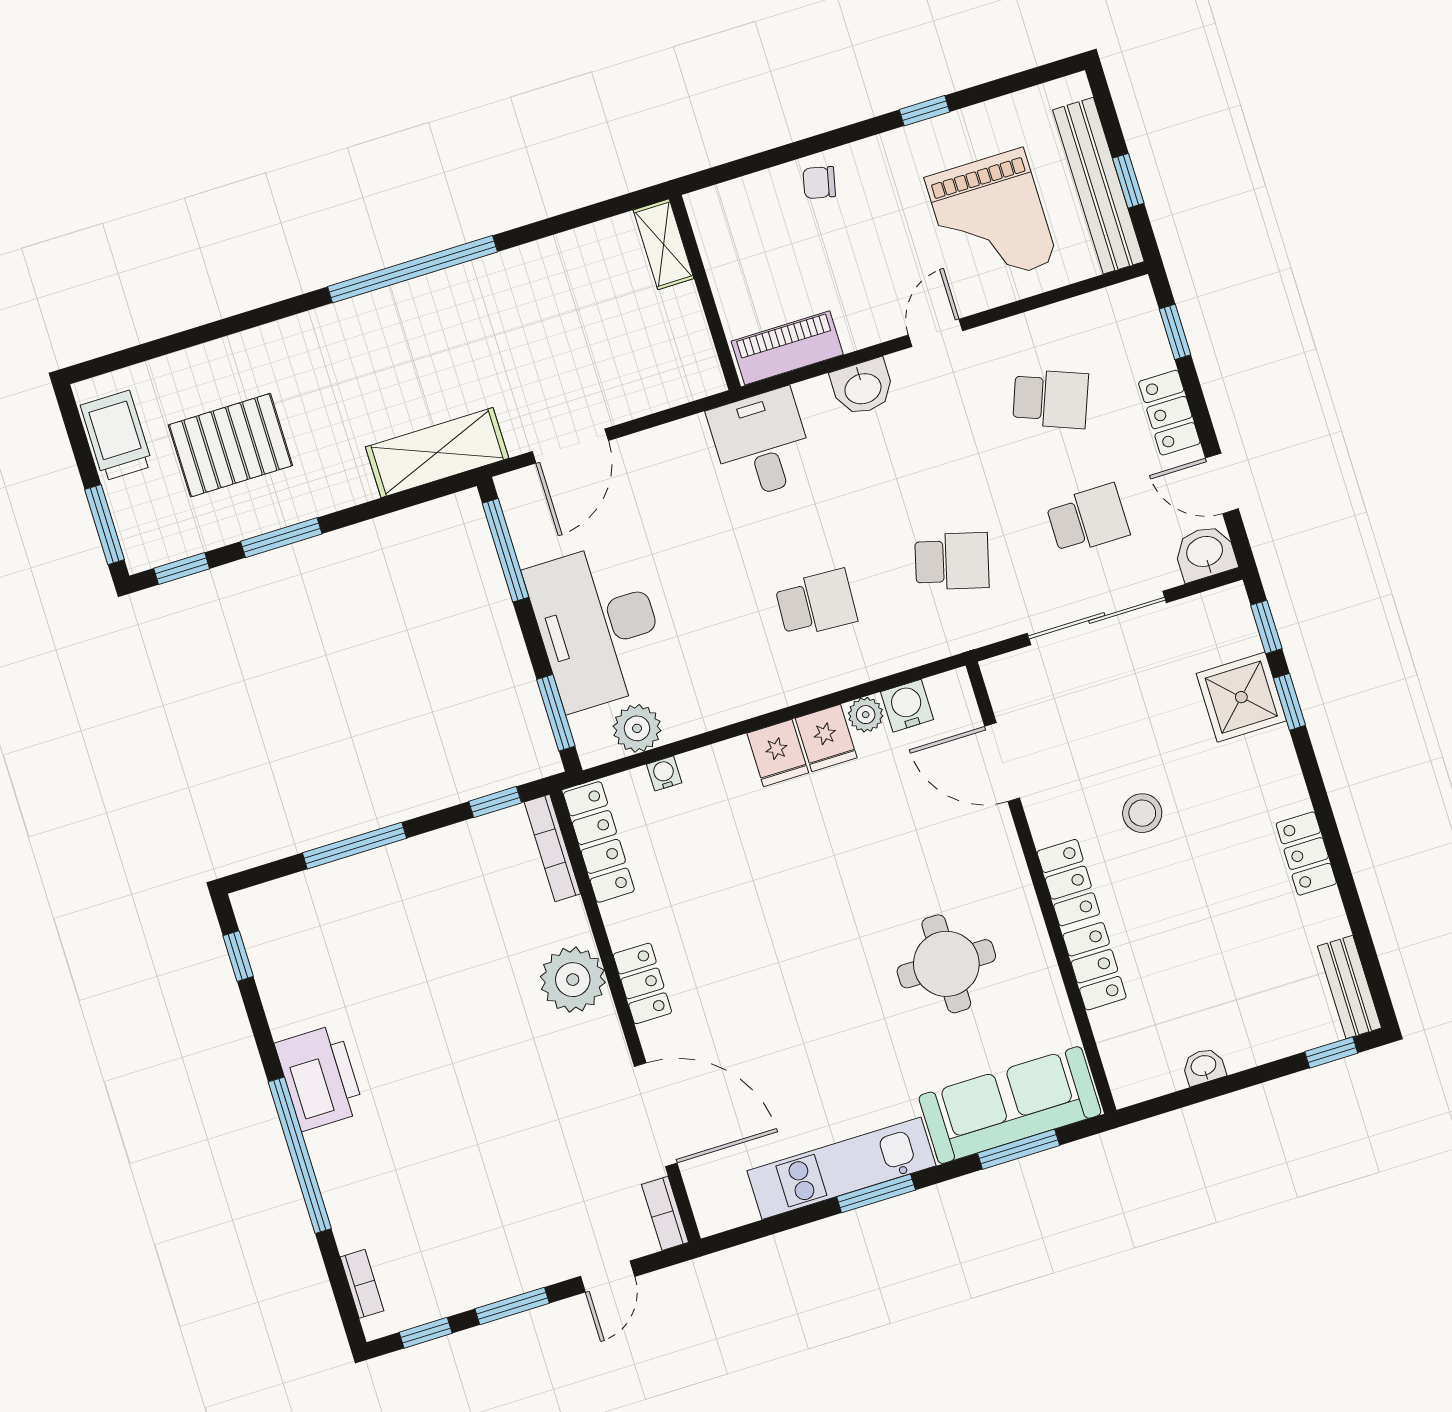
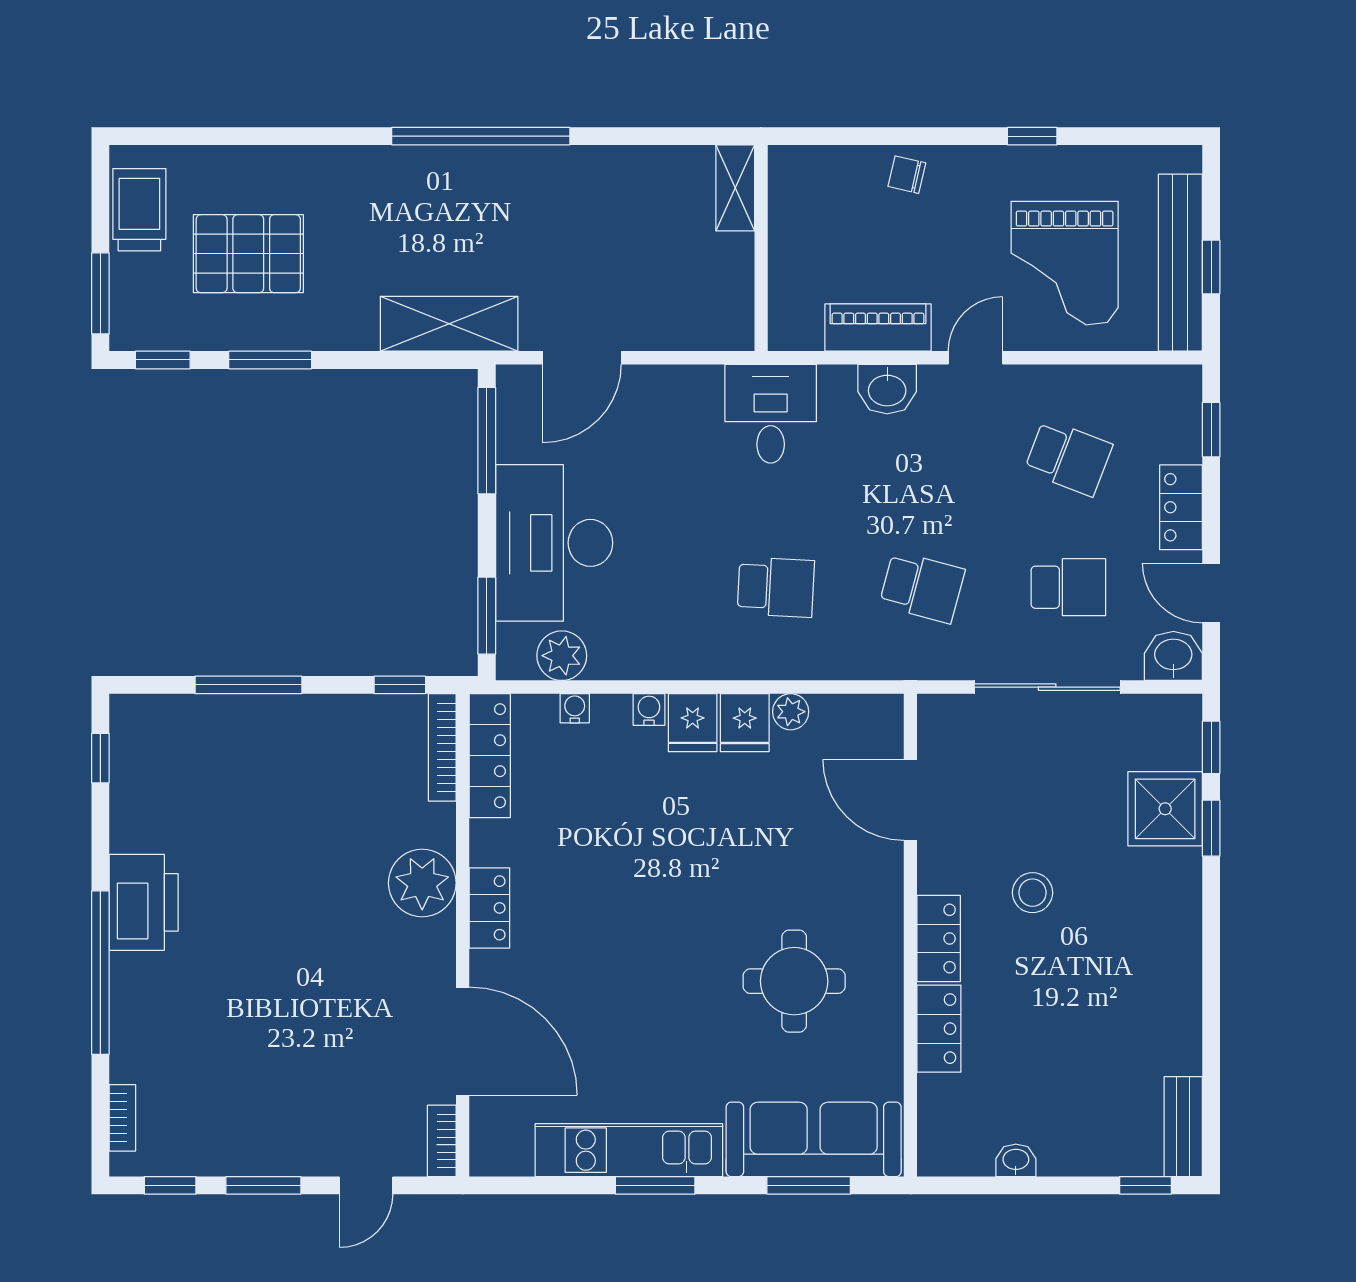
piano: (787, 348) -> (878, 327), moved
water cooler: (907, 706) -> (649, 709), moved, width x0.72, depth x0.72
locker: (1306, 854) -> (1181, 982), removed

